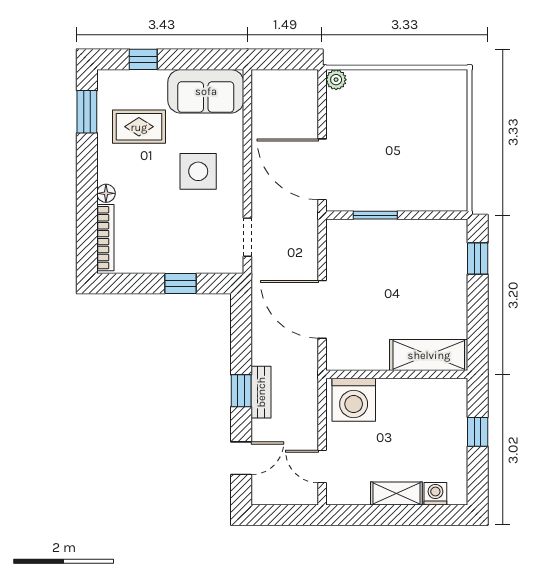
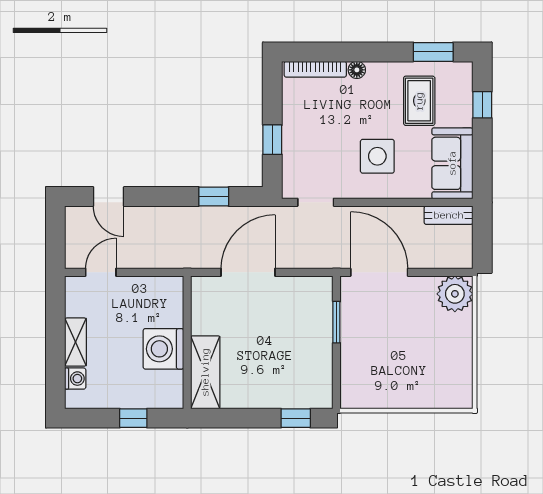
plant: (336, 80) -> (455, 294), width x1.87, depth x1.87
door: (322, 169) -> (379, 272), hinge flipped
window: (241, 391) -> (214, 197), moved
bench: (261, 392) -> (449, 215), moved
washing machine: (354, 400) -> (163, 349), moved

